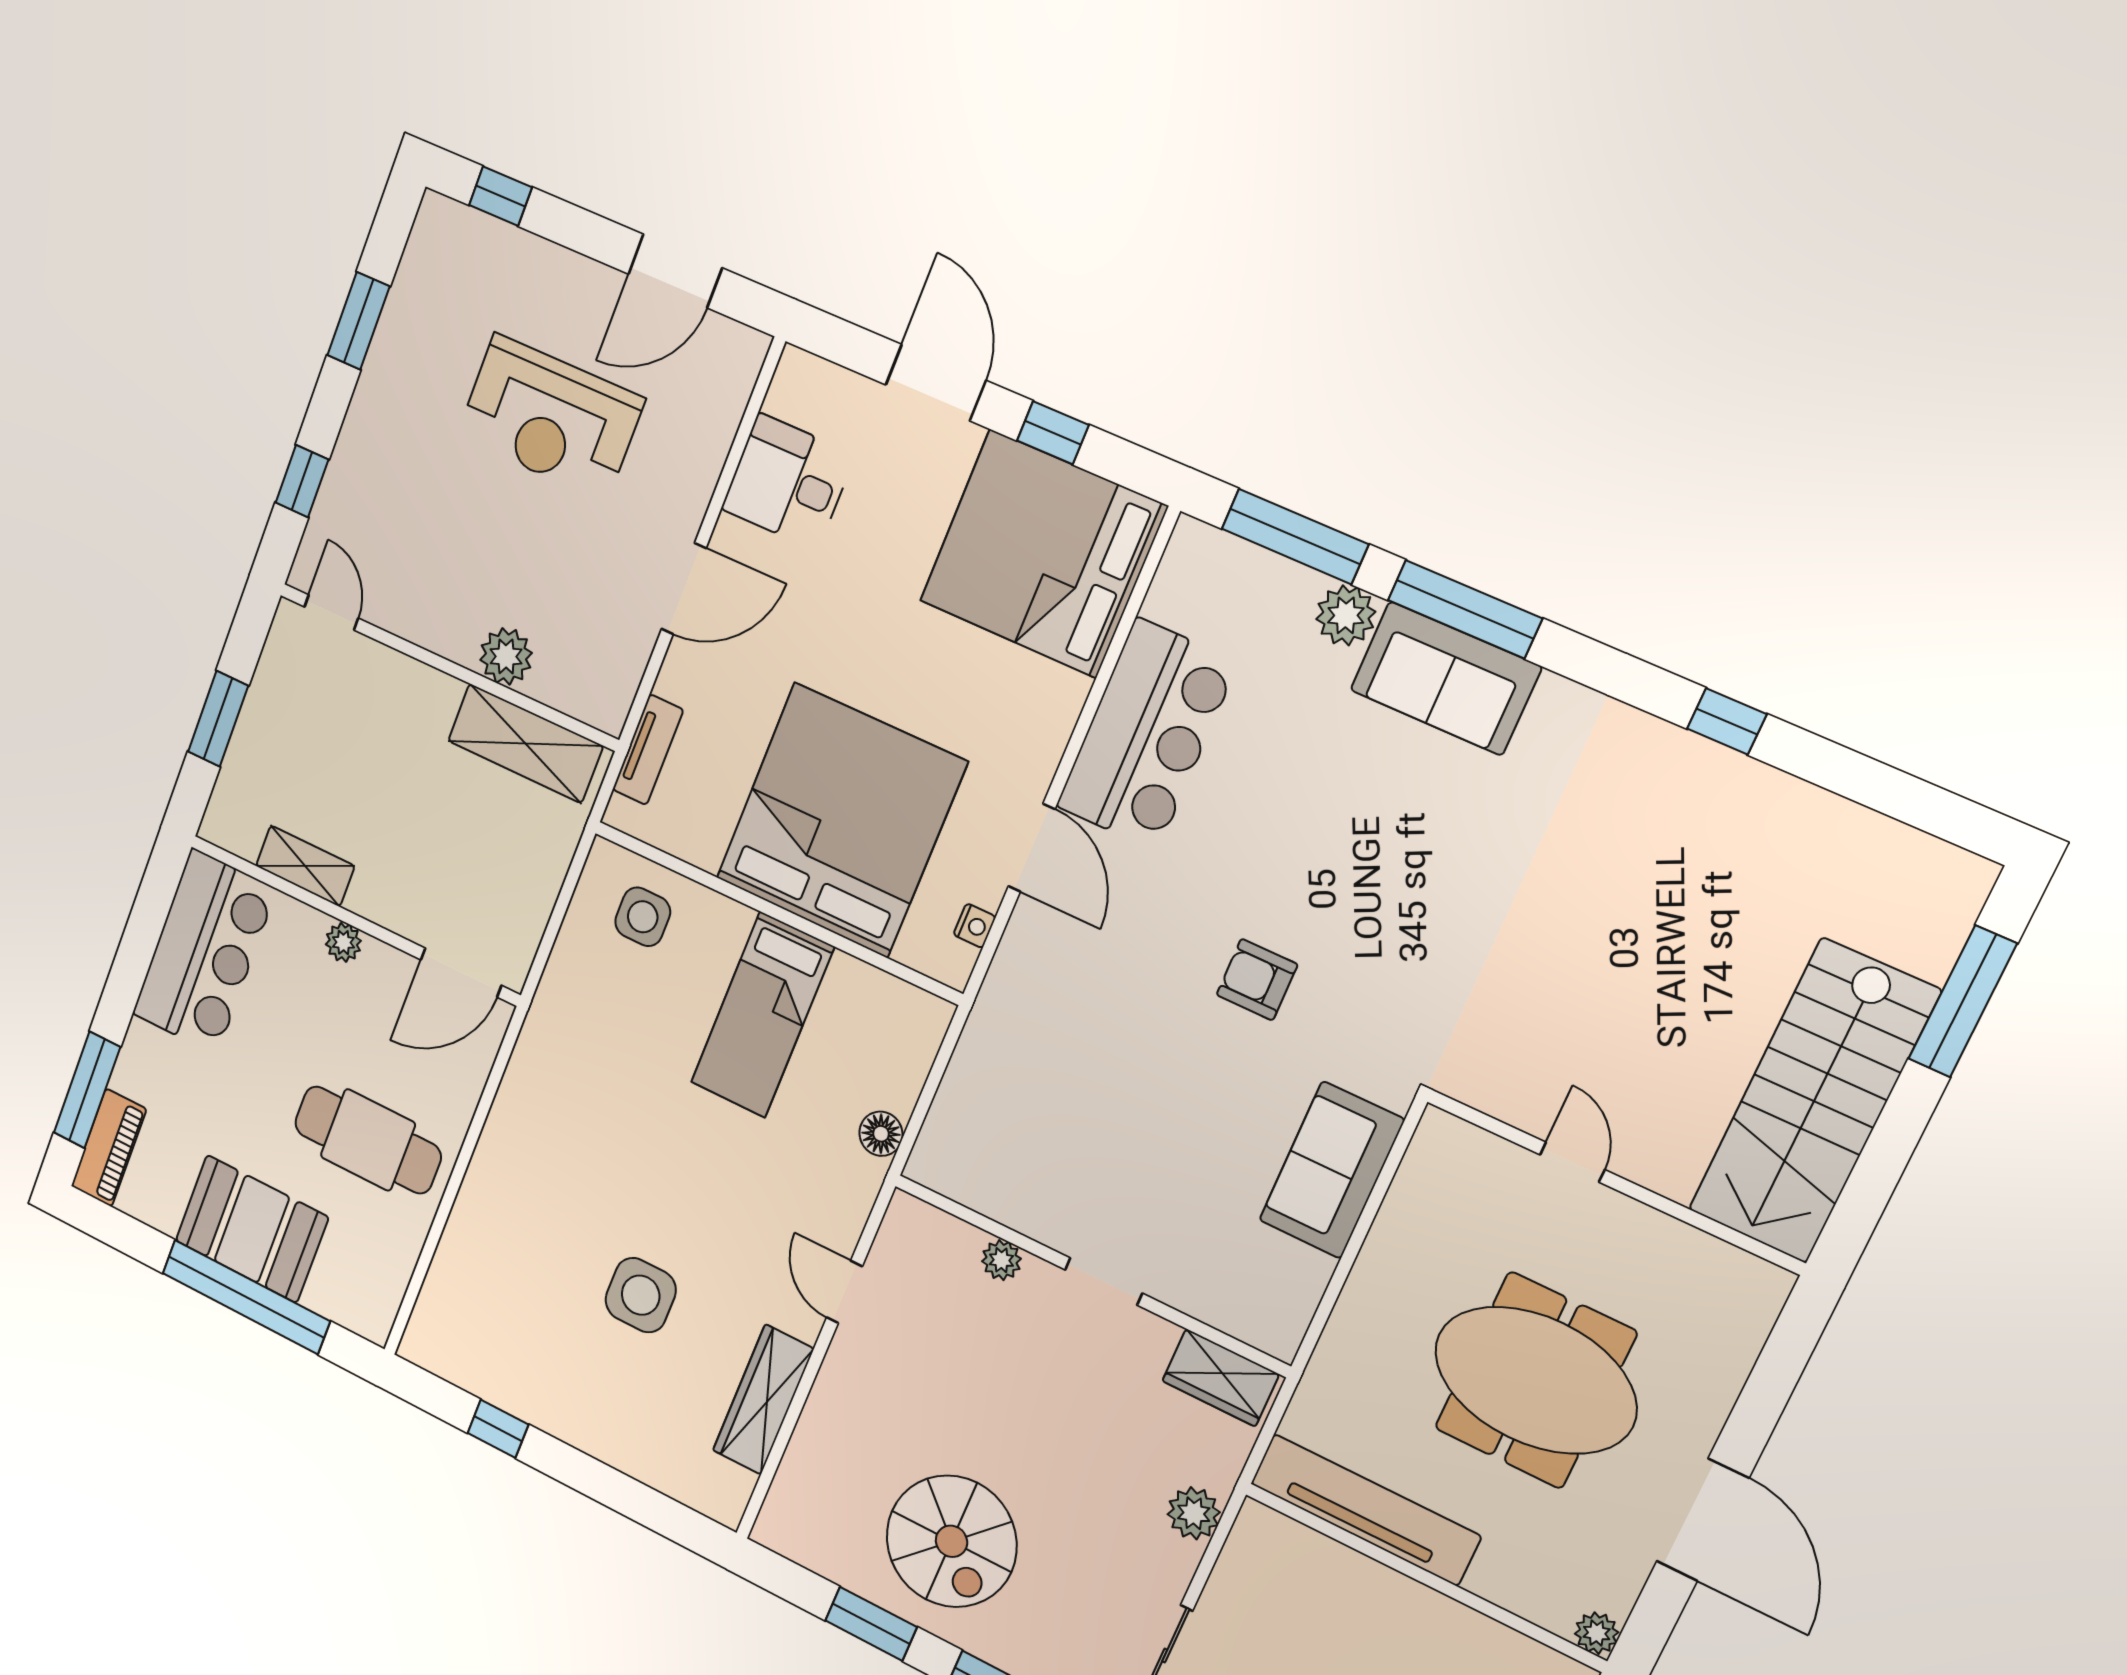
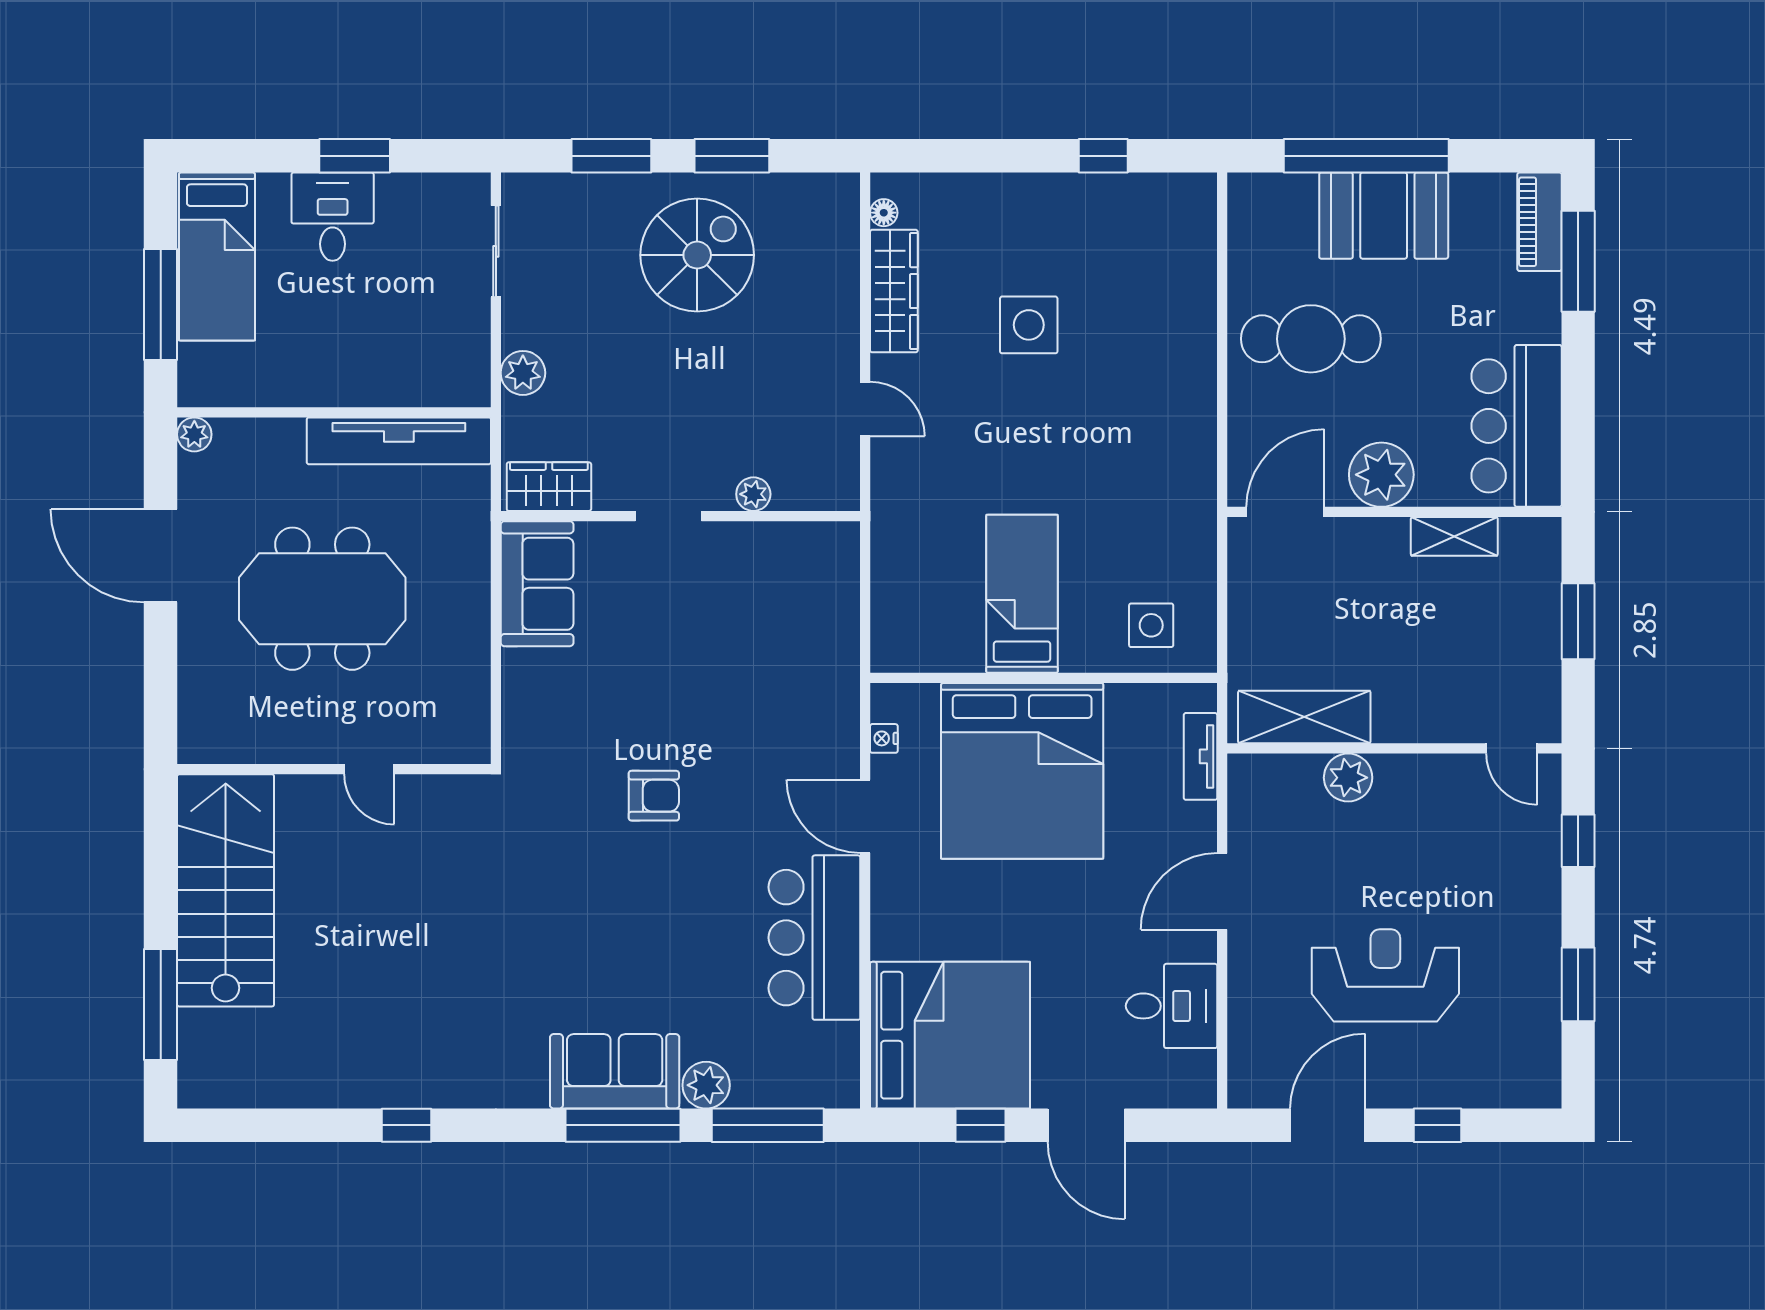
window: (500, 196) -> (1438, 1125), moved
plant: (343, 942) -> (1381, 475), width x1.88, depth x1.88
floor lamp: (881, 1134) -> (884, 213), moved, width x0.73, depth x0.73
sofa: (1332, 1170) -> (537, 584), moved
spiral stairs: (952, 1541) -> (697, 255), turned 90

